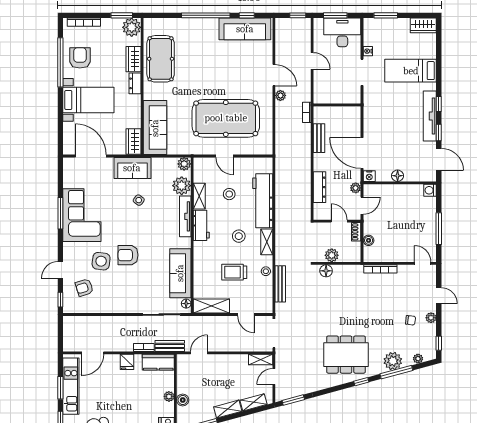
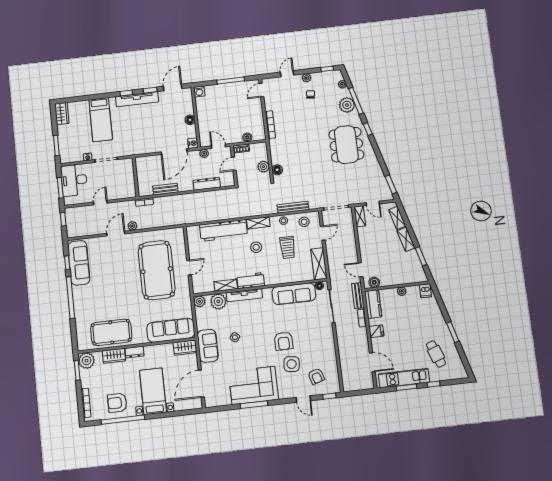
stool: (229, 194) -> (304, 222), moved
boiler: (183, 400) -> (374, 282), moved

